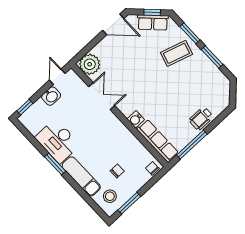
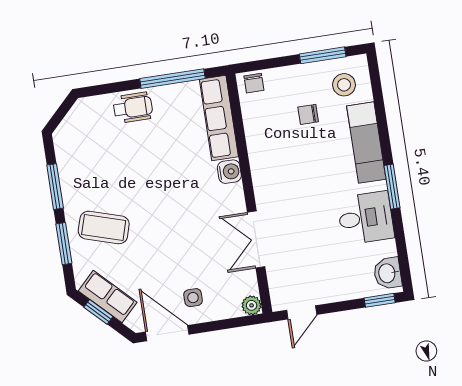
side table: (113, 49) -> (193, 298), added
plant: (90, 64) -> (252, 305), width x0.53, depth x0.53
washbasin: (51, 96) -> (388, 273), moved, turned -90
desk: (58, 141) -> (366, 218), width x0.73

